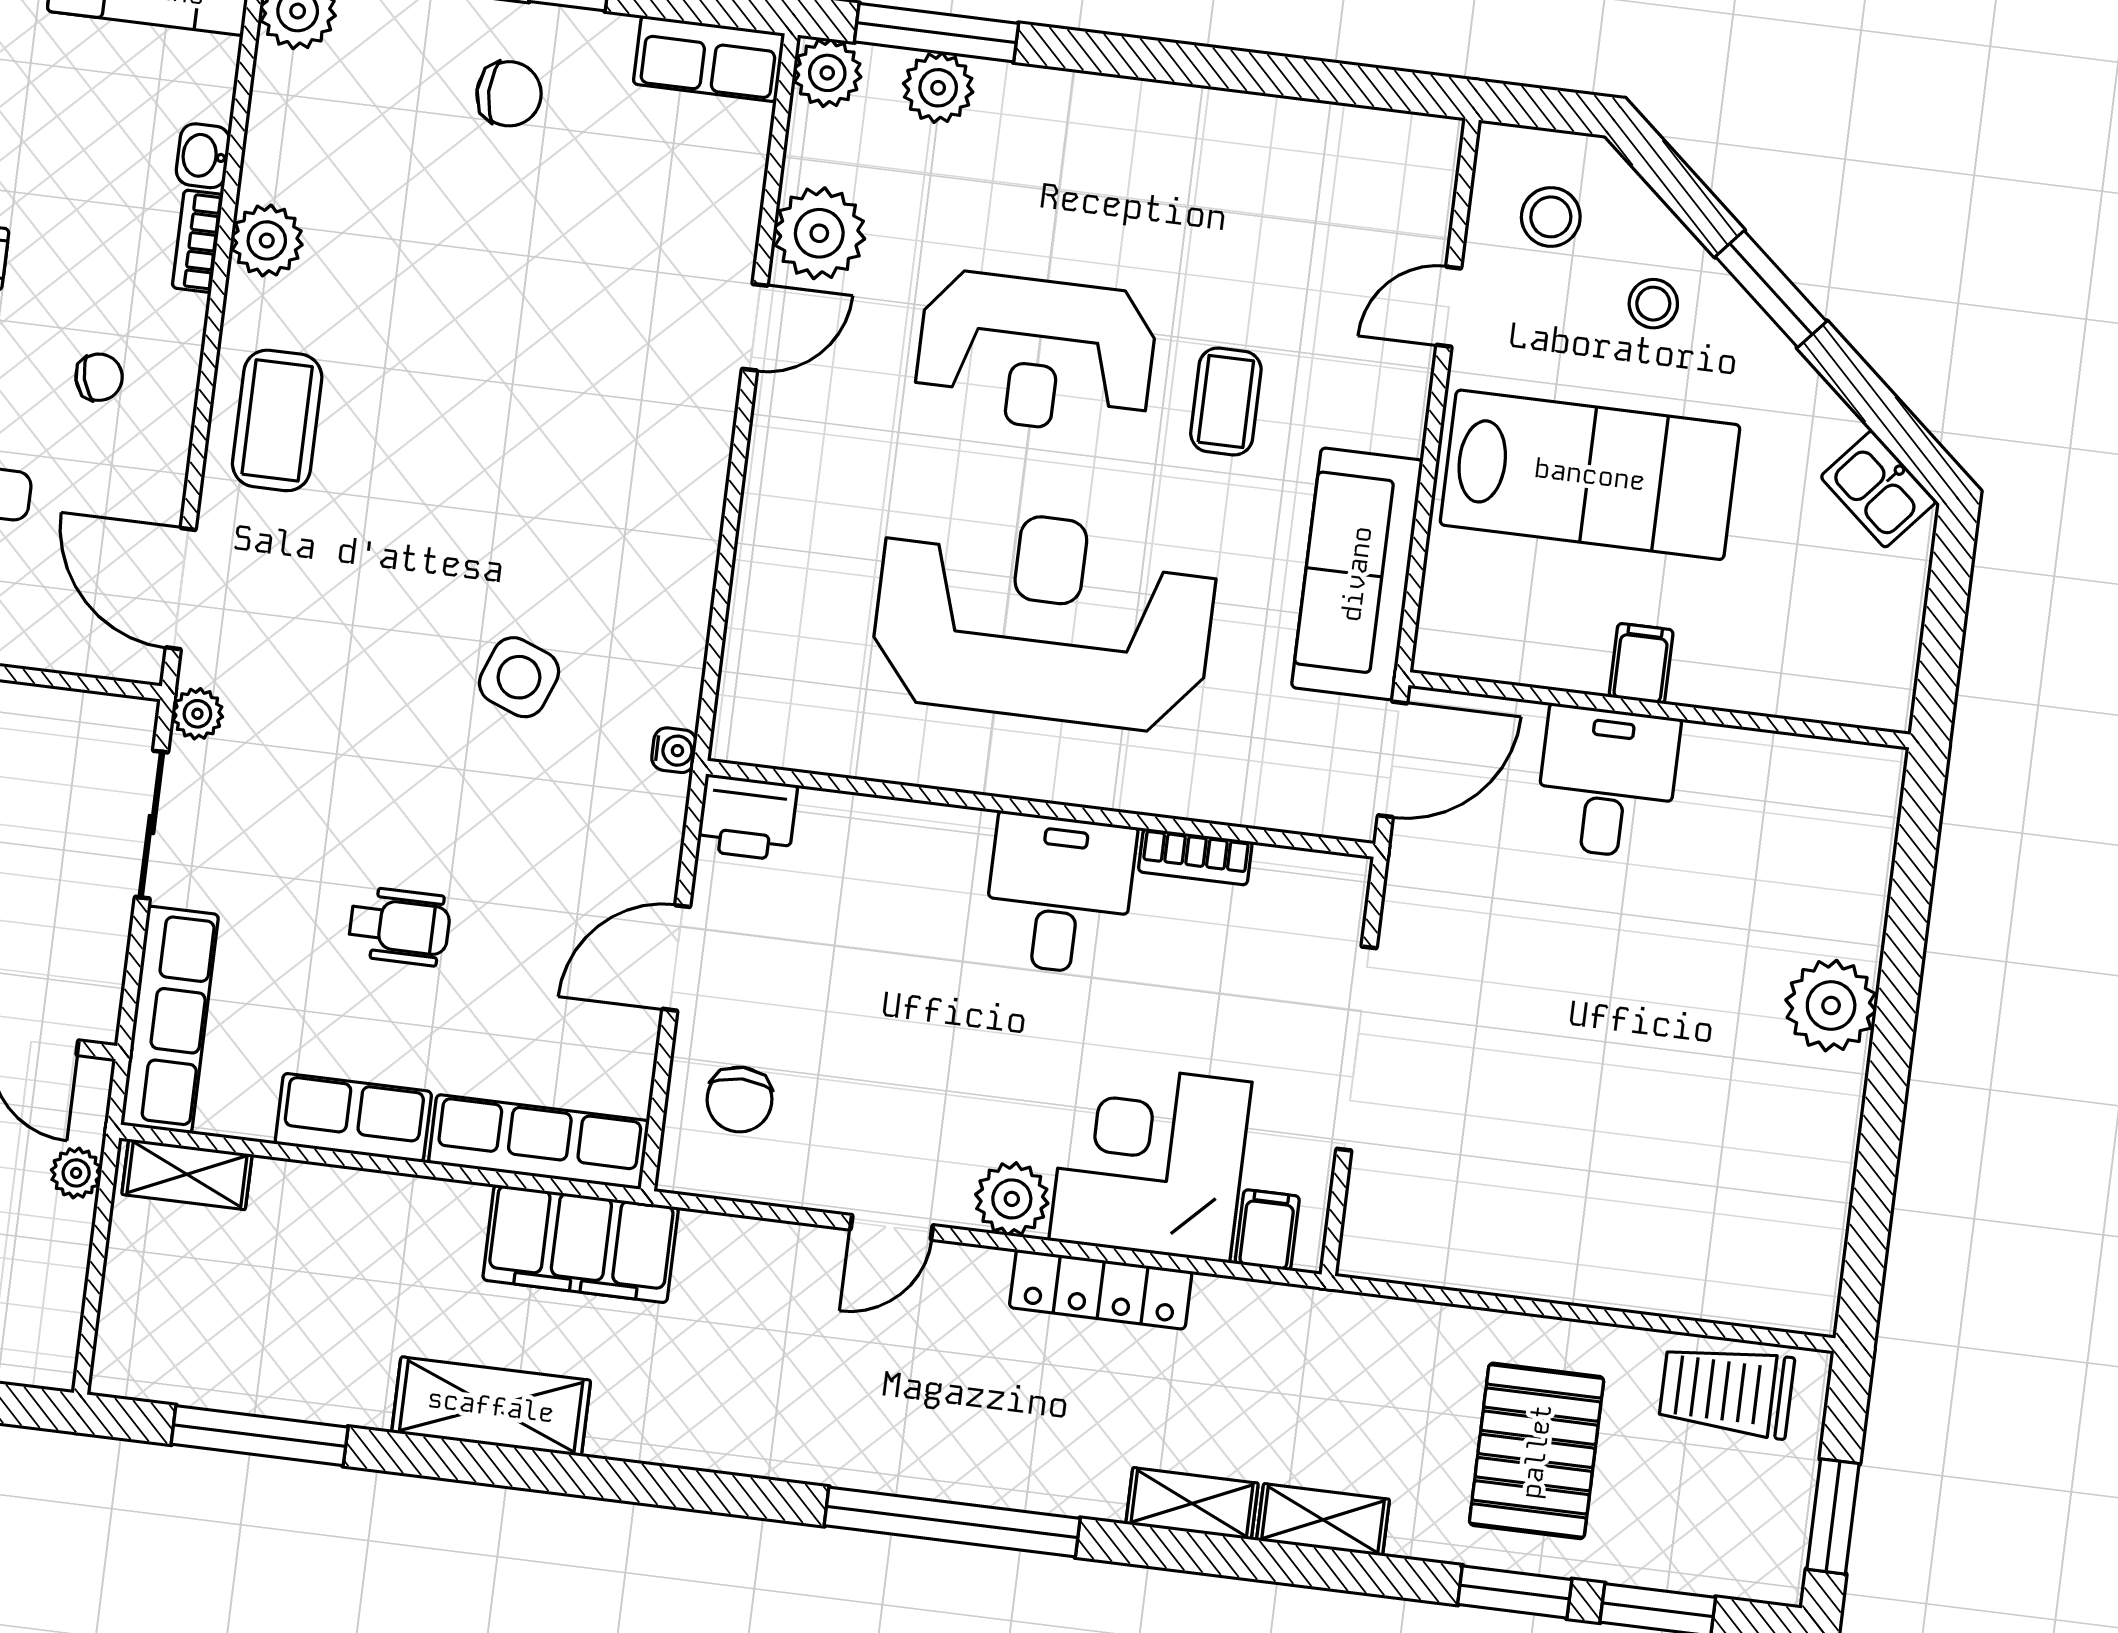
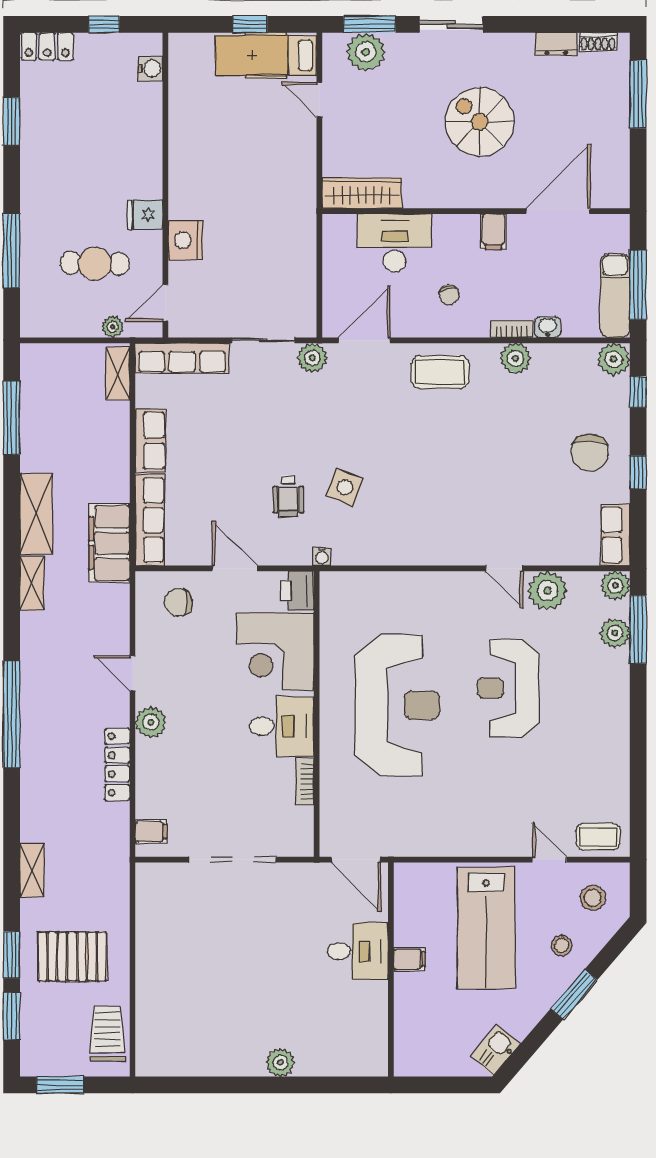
chair: (509, 94) -> (590, 453), width x1.37, depth x1.37
coffee table: (1226, 402) -> (598, 837), moved
sofa: (1357, 574) -> (432, 835), removed
plant: (197, 714) -> (312, 358), width x1.38, depth x1.38
wheelchair: (399, 926) -> (288, 496), moved
plant: (1831, 1006) -> (280, 1062), width x0.73, depth x0.73
corner desk: (1150, 1161) -> (275, 651), moved, turned 180
shelving: (1192, 1504) -> (32, 584), moved

